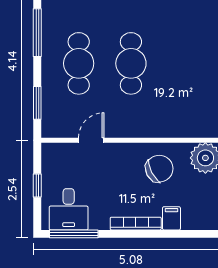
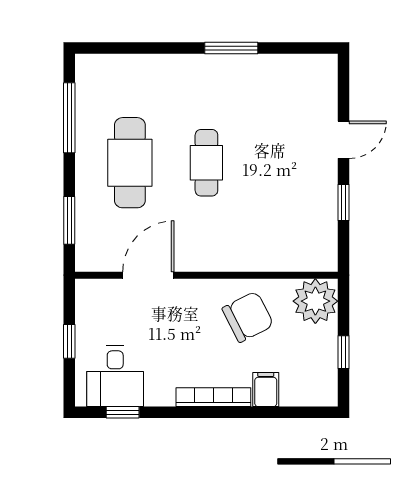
cafe table: (131, 63) -> (206, 163), width x0.73, depth x0.74
door: (91, 140) -> (148, 275), width x1.38
window: (74, 234) -> (123, 412), width x0.46

